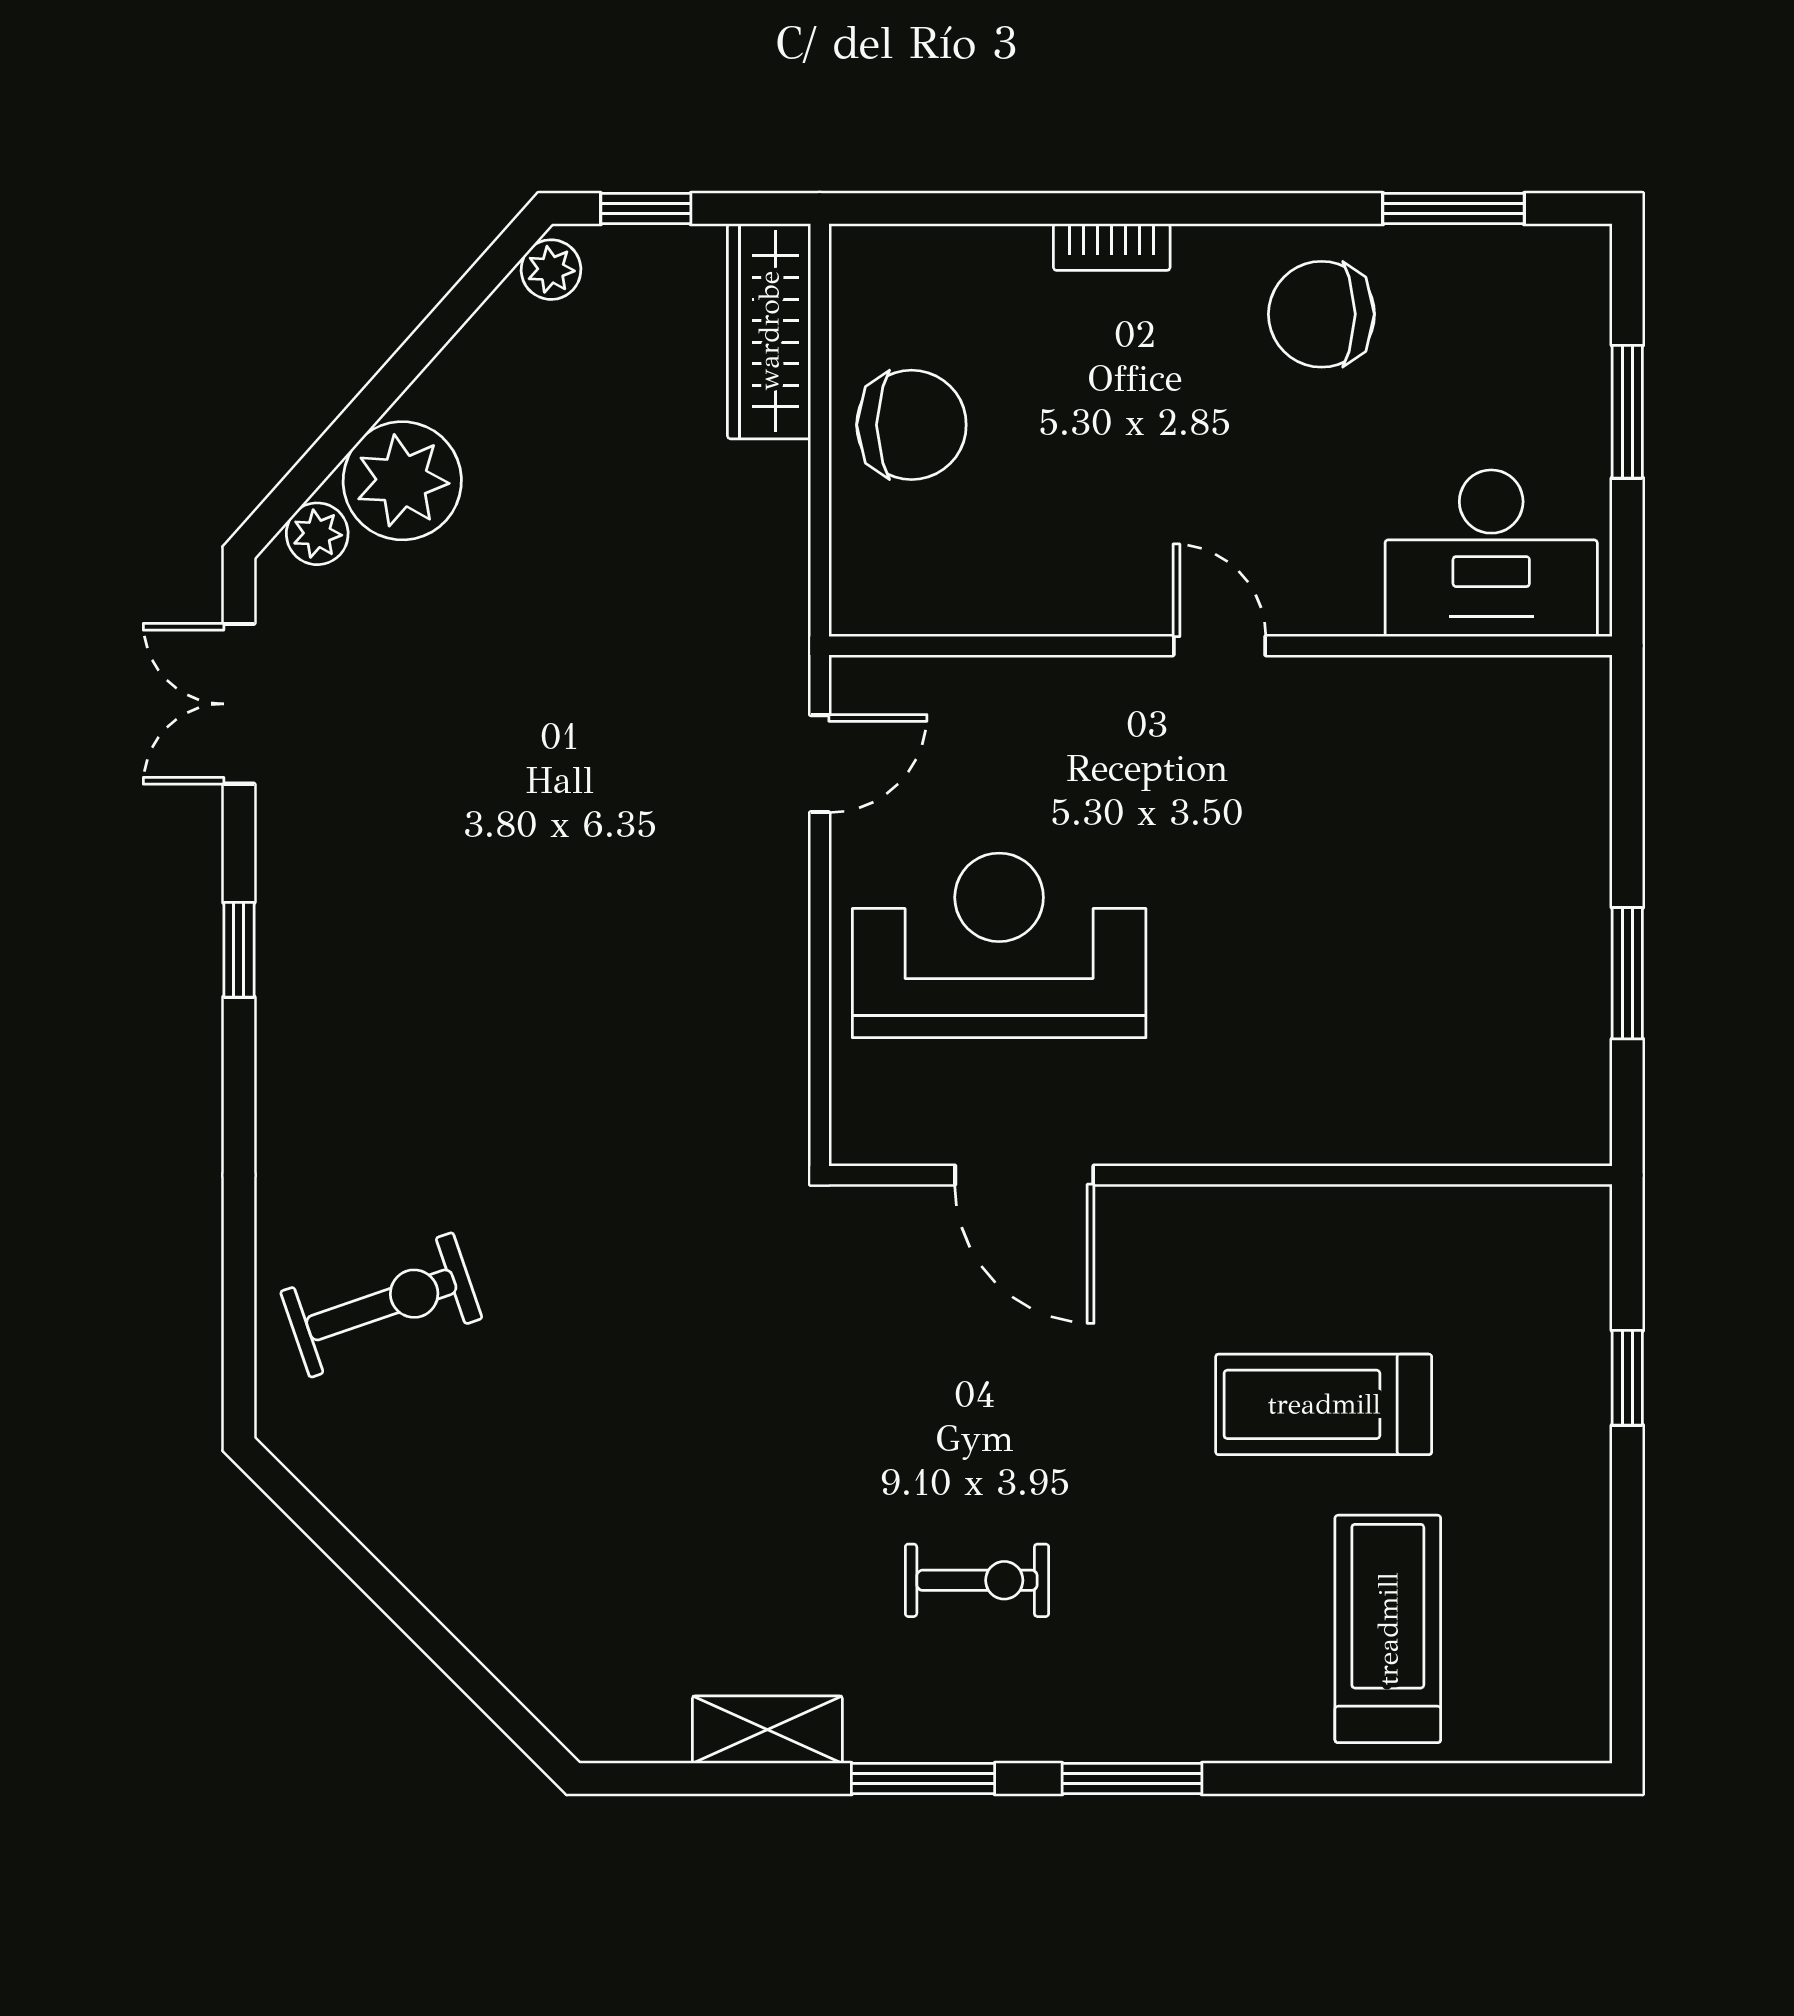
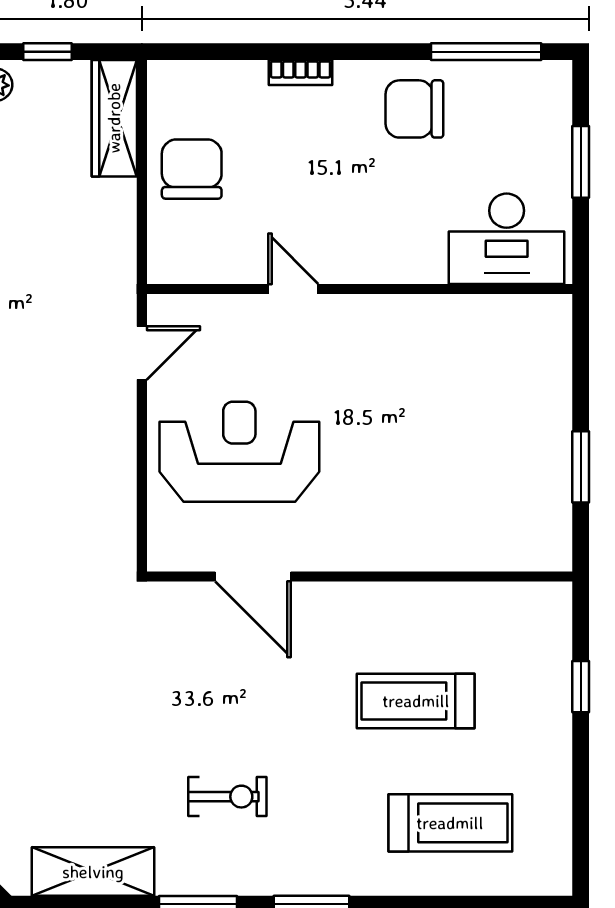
window: (1454, 209) -> (486, 52), width x1.44
chair: (911, 425) -> (192, 169), turned -90
door: (1219, 646) -> (293, 289), moved
treadmill: (1388, 1629) -> (450, 823), turned 90
shelving: (767, 1730) -> (93, 872), width x1.50, depth x1.33

